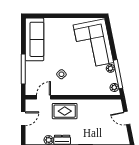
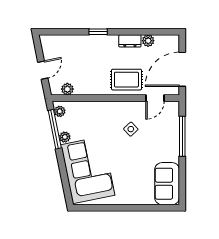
sofa: (34, 39) -> (167, 184), width x0.73
plant: (109, 104) -> (67, 89), added
door: (127, 118) -> (43, 70), hinge flipped
door: (23, 119) -> (182, 69), width x1.87

